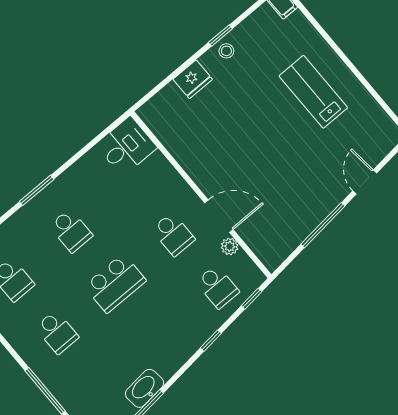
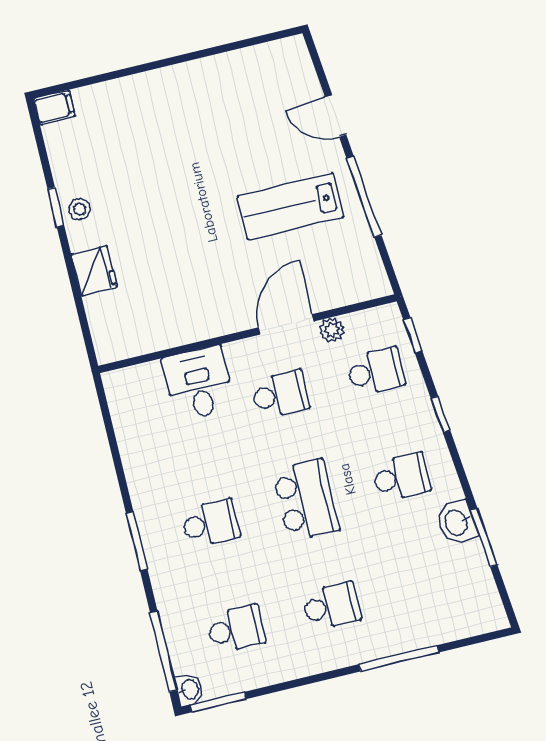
lab bench: (313, 92) -> (291, 206), moved
desk: (126, 146) -> (199, 383), moved
school desk: (159, 336) -> (401, 477), added
washbasin: (145, 388) -> (457, 522), width x0.72

